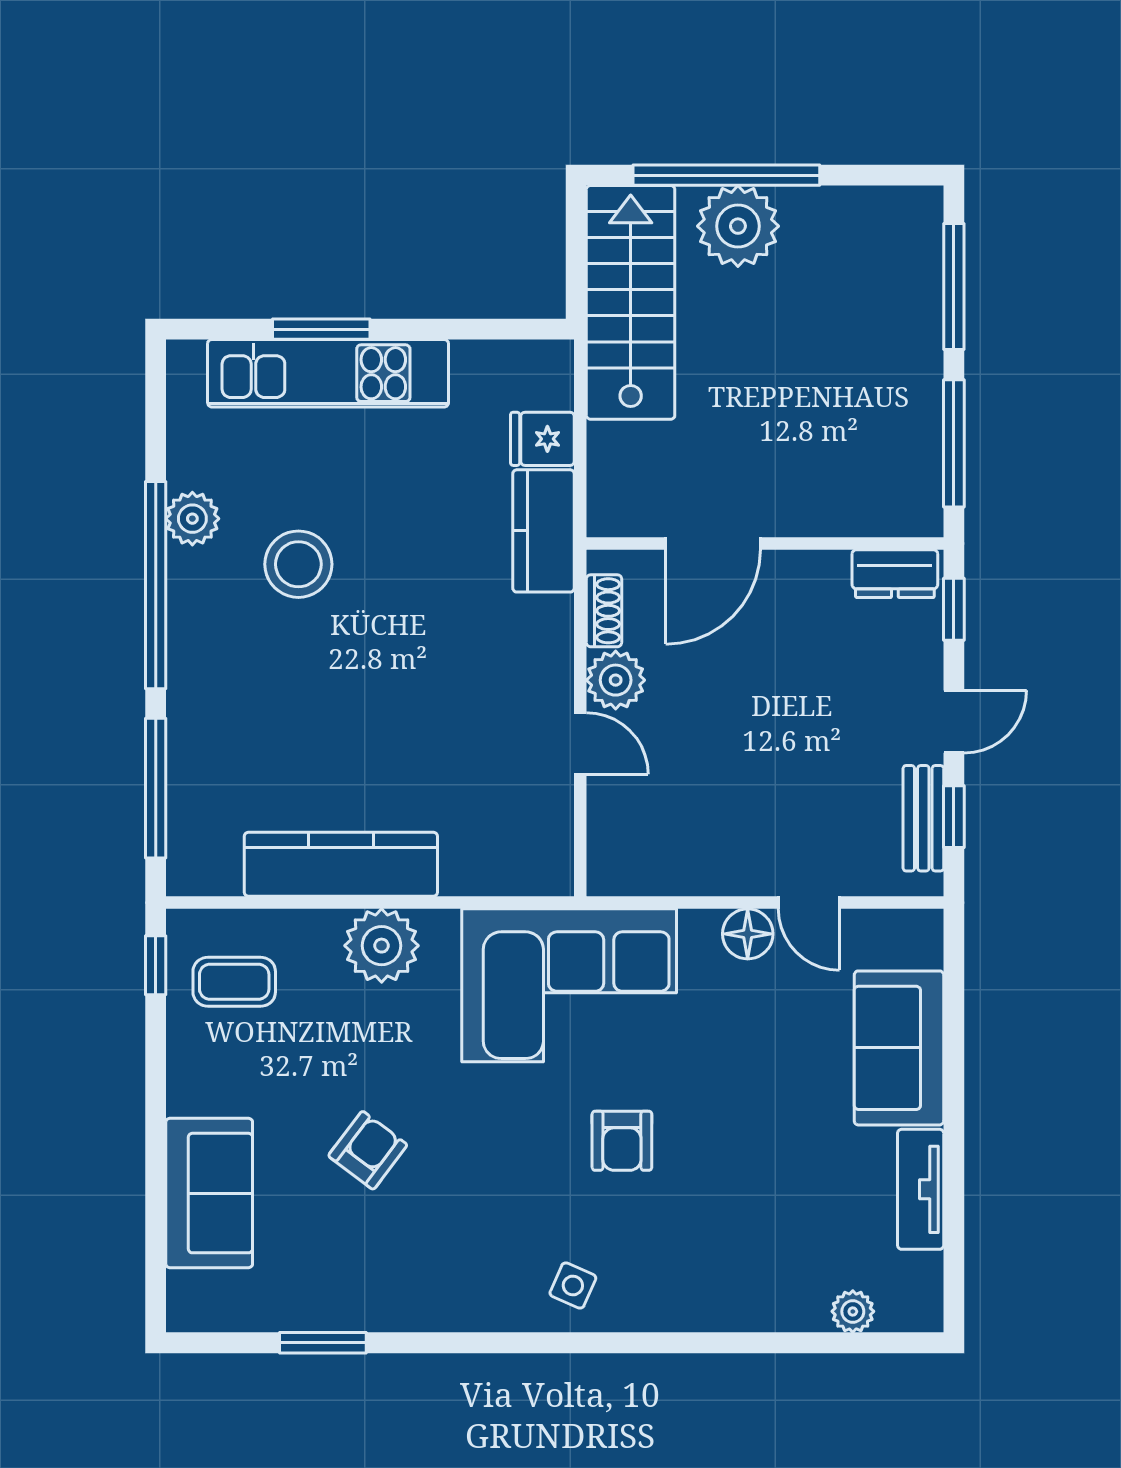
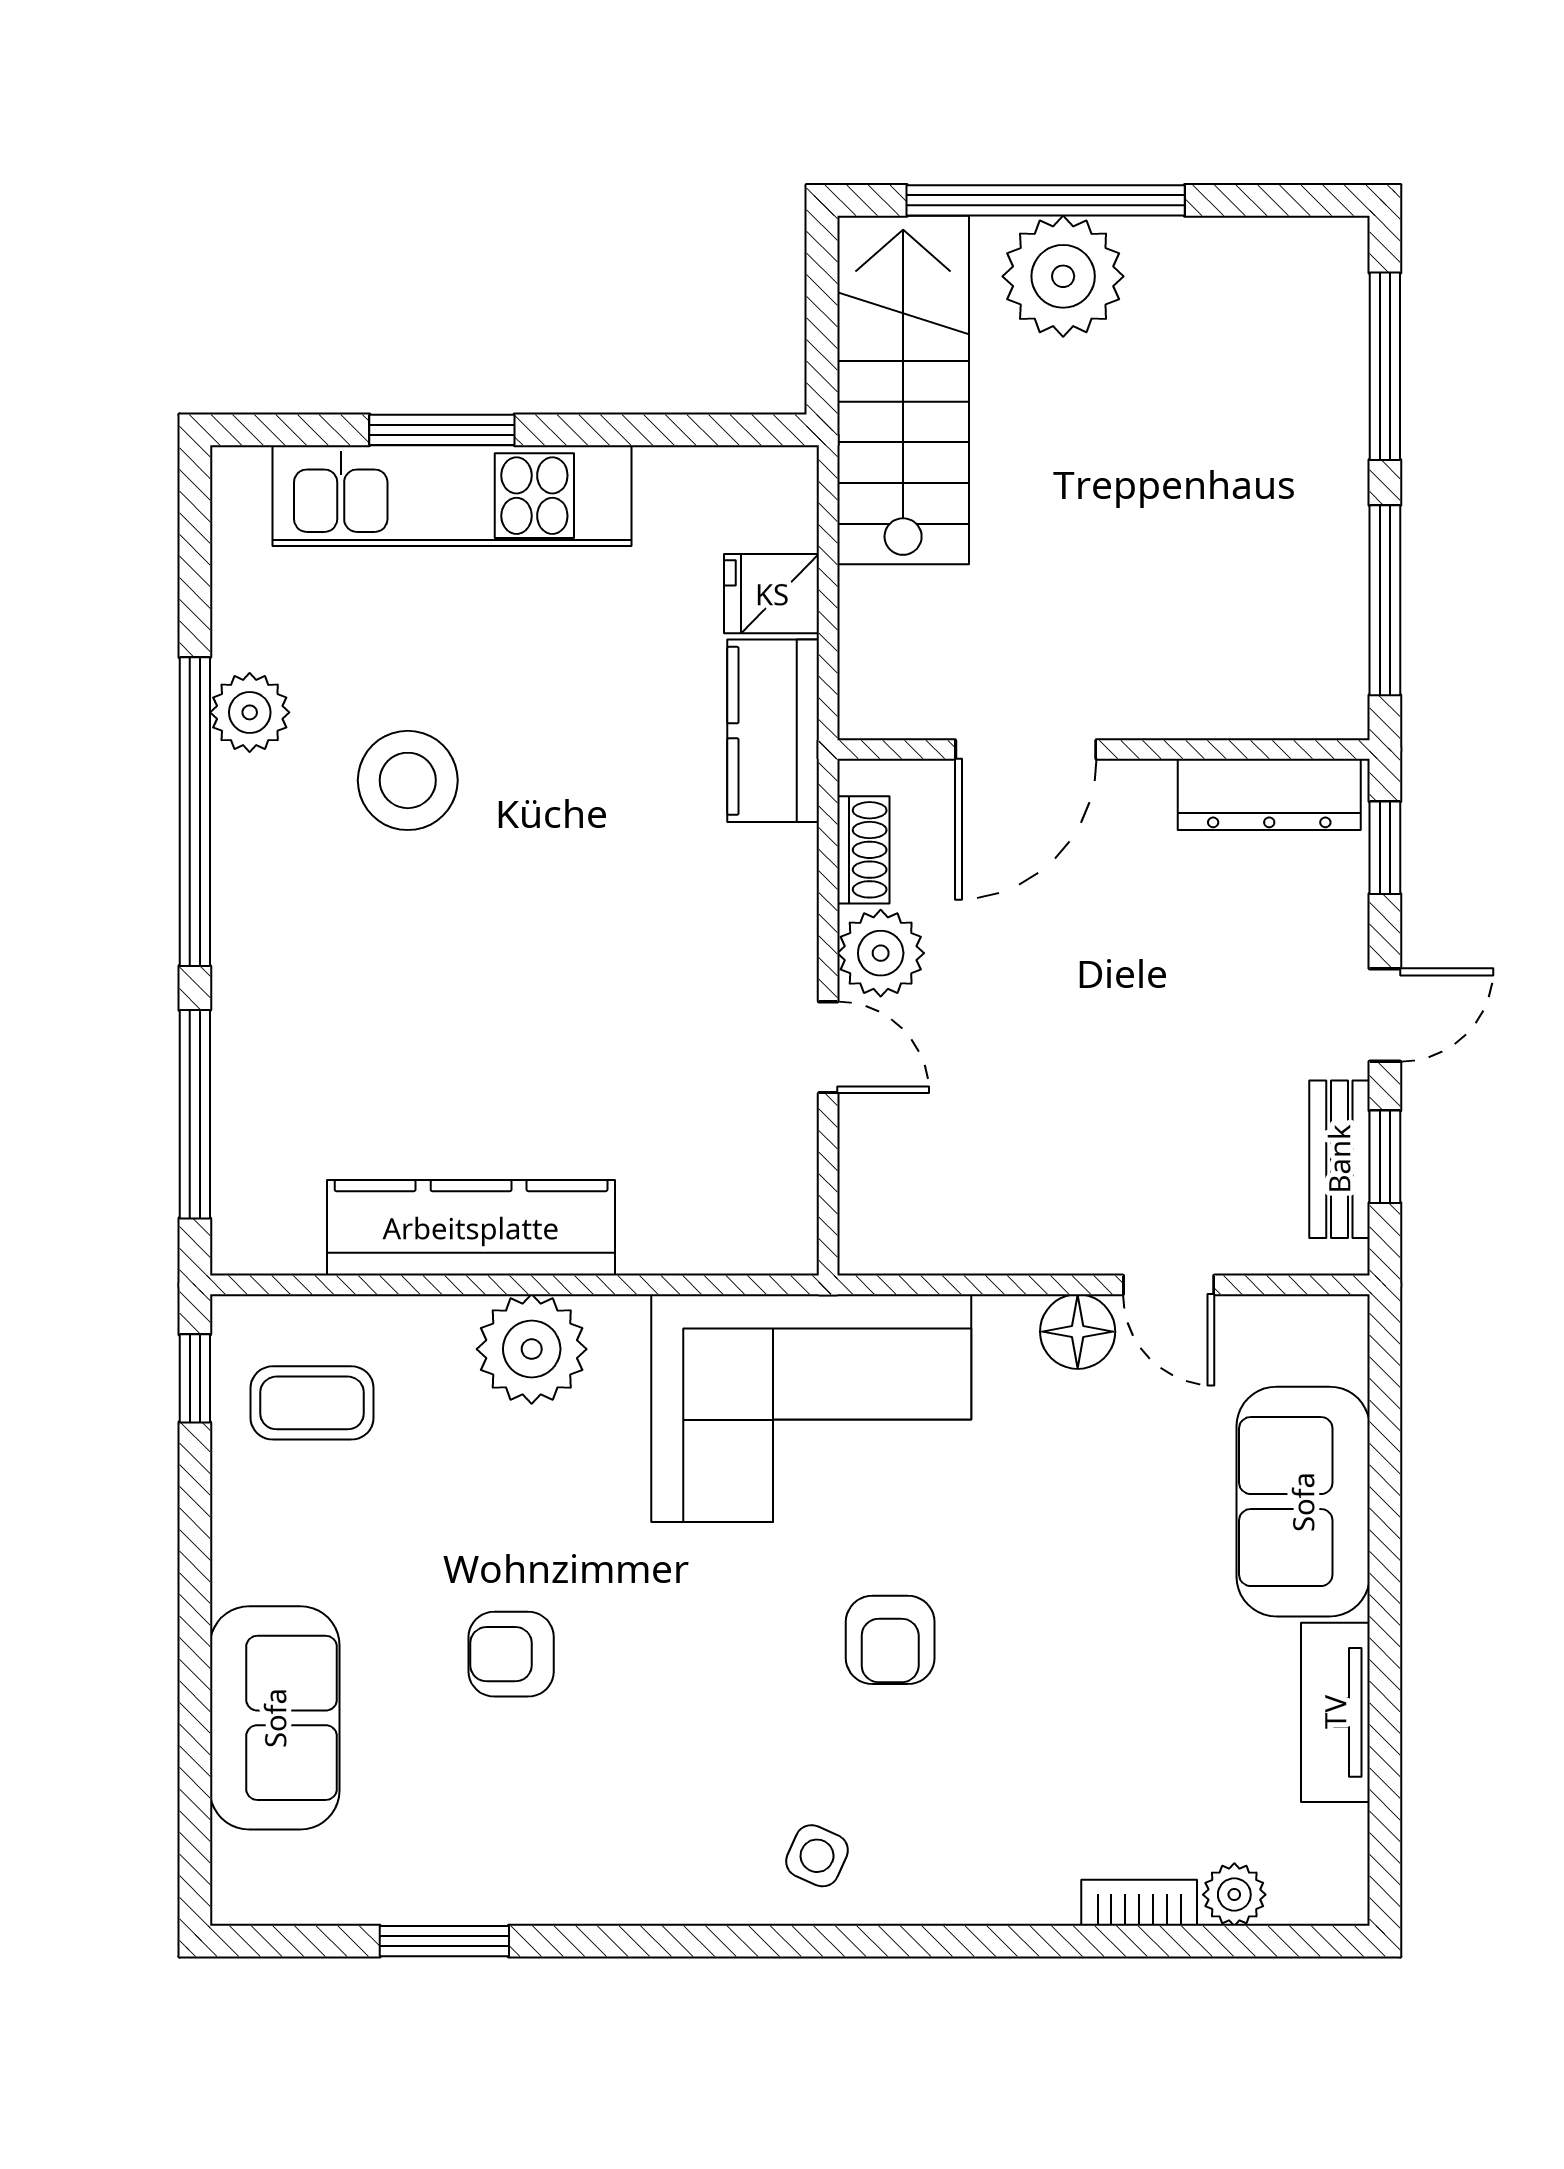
dresser: (895, 574) -> (1269, 794), width x1.44
armchair: (368, 1150) -> (511, 1654), turned -127
bookcase: (789, 1317) -> (1139, 1903), added

